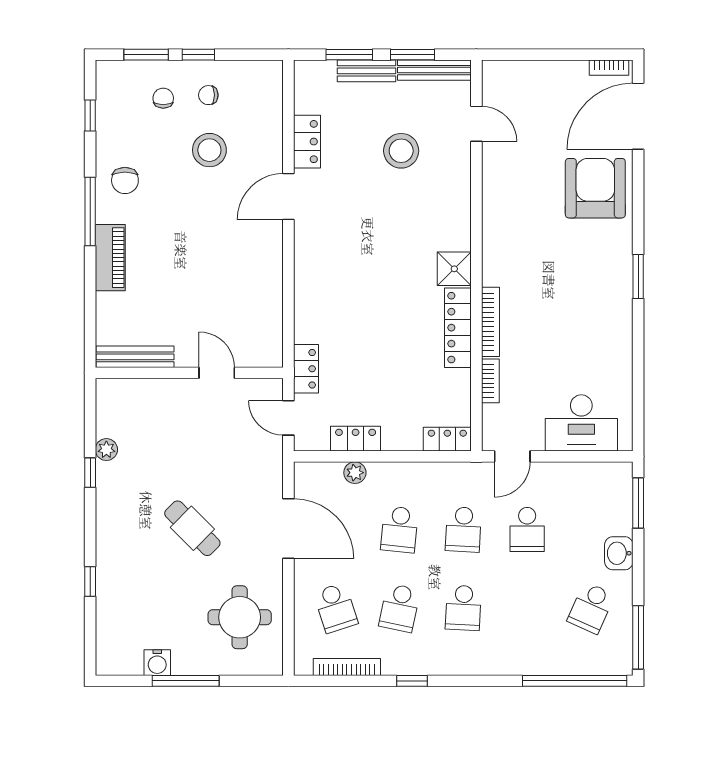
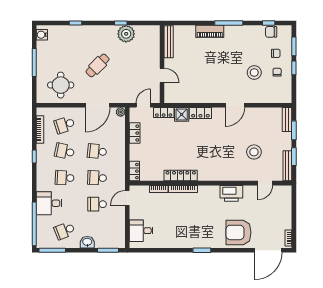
bench: (366, 71) -> (287, 119), moved
door: (638, 116) -> (268, 250), swing flipped
locker: (307, 142) -> (200, 113), moved
chair: (125, 180) -> (271, 32), moved
armchair: (595, 188) -> (238, 232), turned 180
door: (288, 197) -> (235, 105), swing flipped
printer: (501, 205) -> (231, 193), added
shower: (454, 269) -> (182, 114), moved
door: (217, 373) -> (162, 76), hinge flipped
desk: (581, 423) -> (141, 231), width x0.73
plant: (106, 450) -> (126, 34), width x1.88, depth x1.88
door: (512, 456) -> (127, 198), hinge flipped
plant: (355, 473) -> (121, 112), moved
school desk: (591, 608) -> (65, 231), turned -45
desk: (525, 645) -> (49, 203), added
water cooler: (157, 663) -> (42, 35), moved

